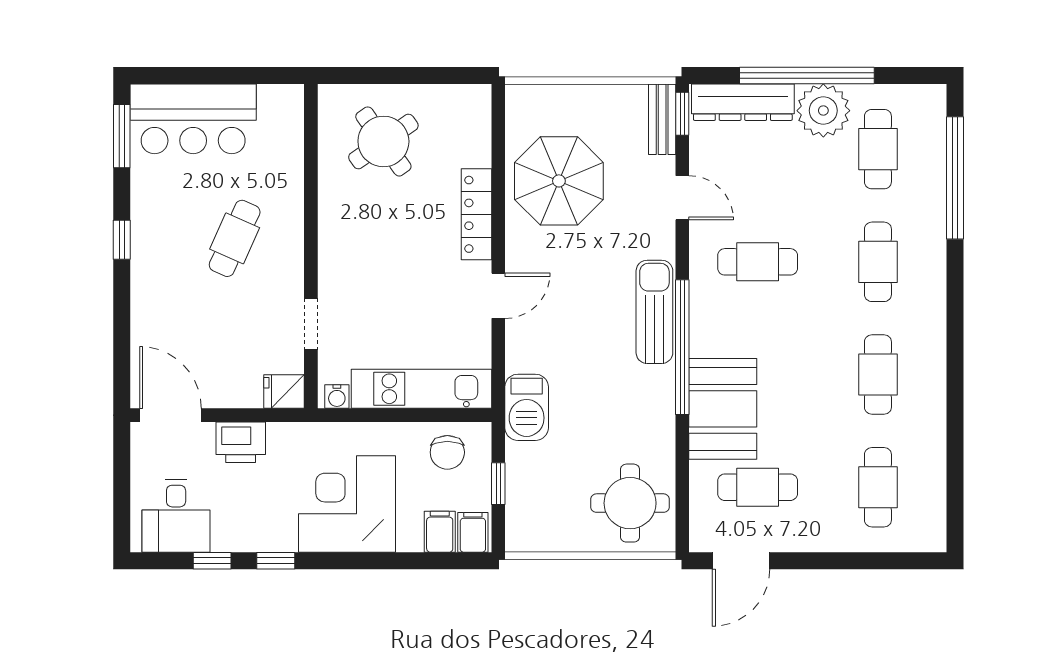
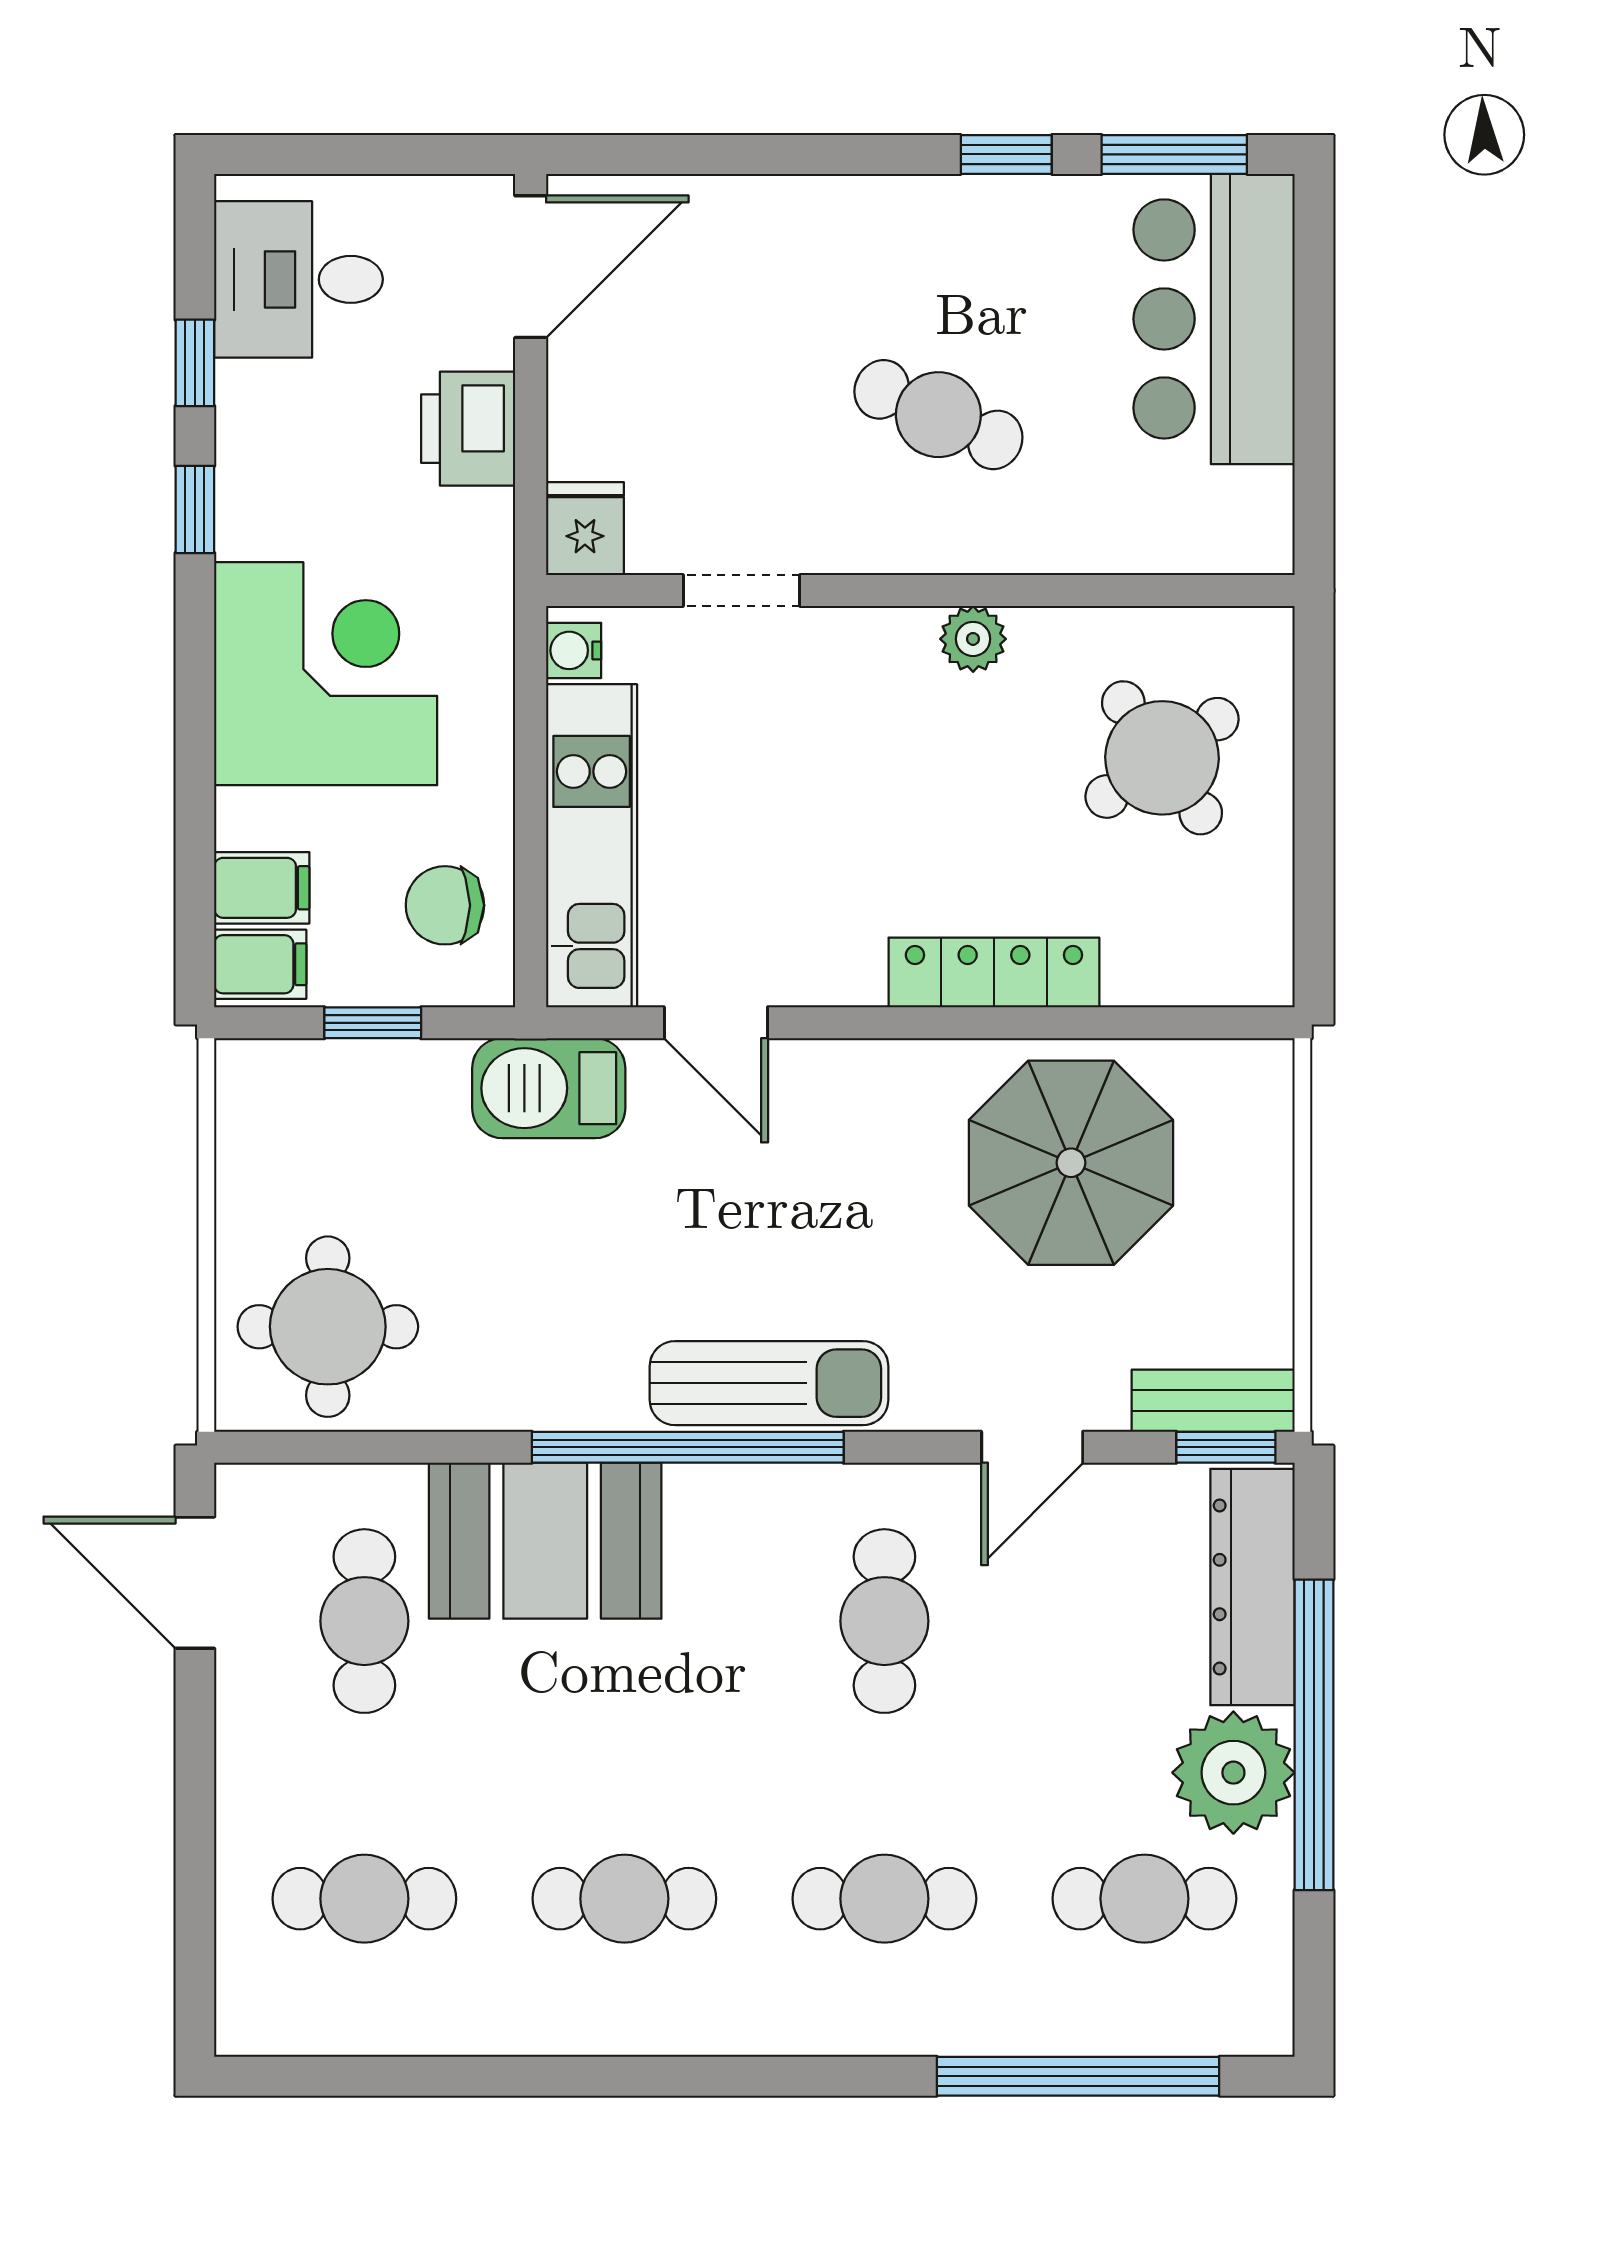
plant: (332, 223) -> (973, 639), added
window: (122, 240) -> (1006, 154), moved
door: (498, 296) -> (716, 1023), moved

